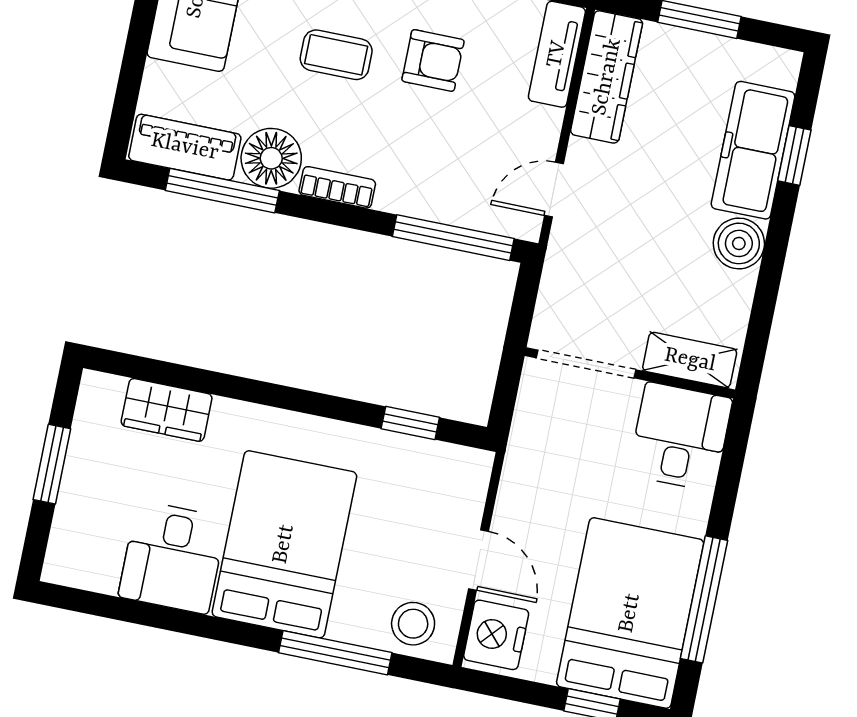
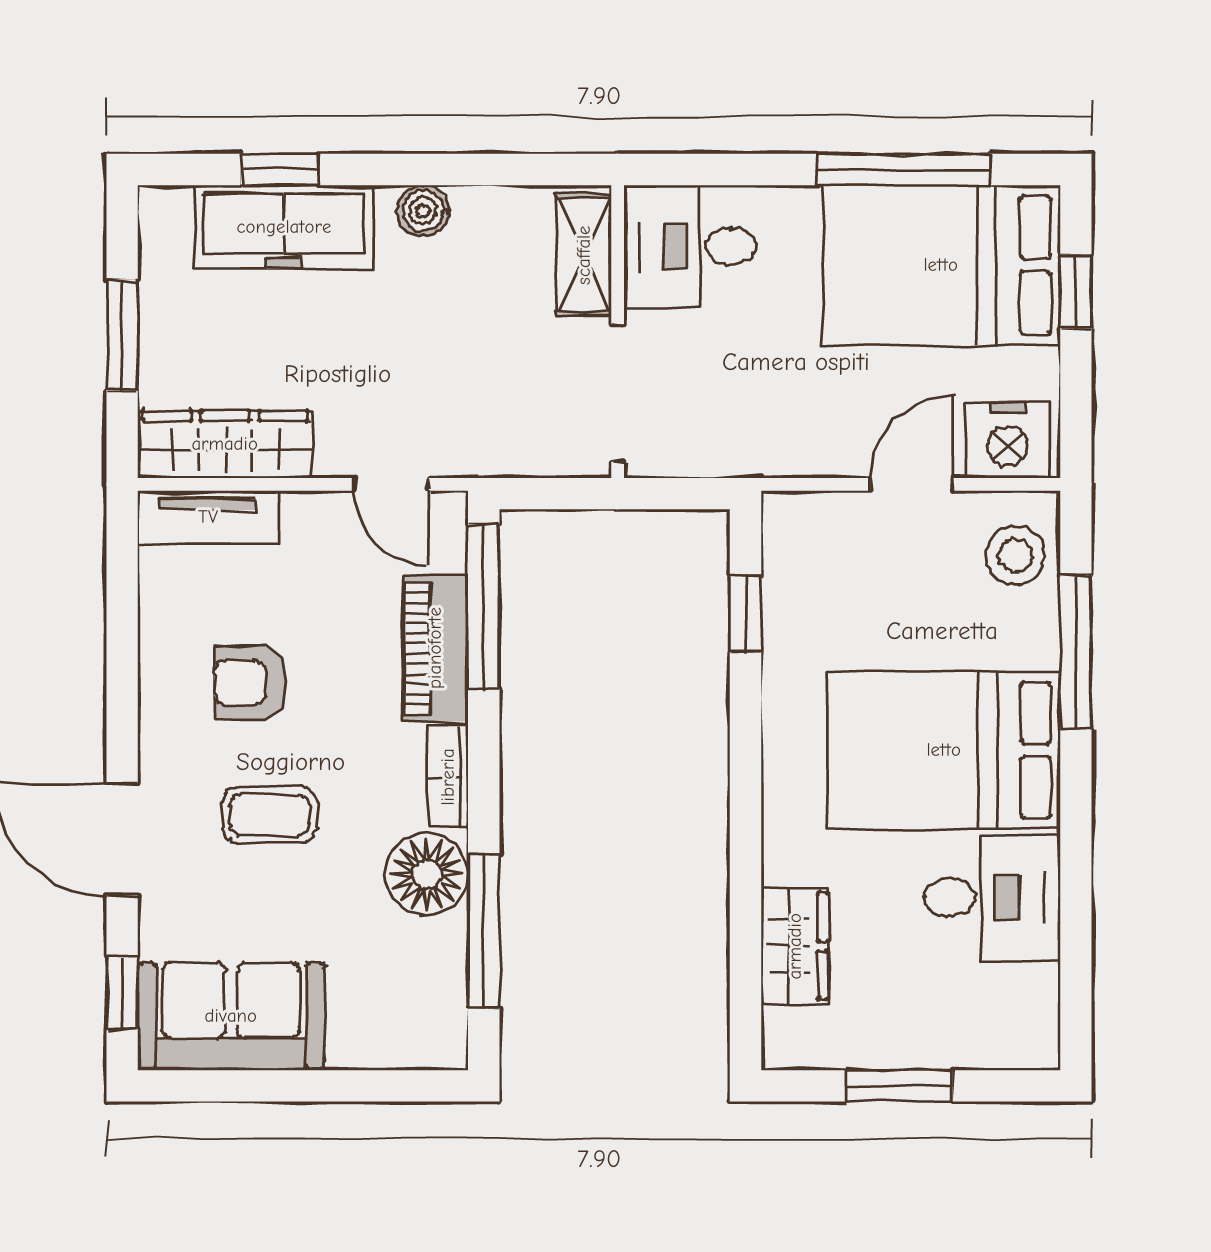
coffee table: (336, 55) -> (269, 815), turned 90
armchair: (433, 60) -> (251, 683), turned -90
piano: (185, 147) -> (435, 648), moved
boiler: (739, 243) -> (423, 211), width x0.73, depth x0.73

